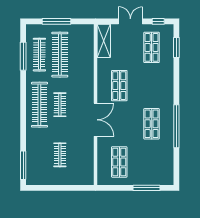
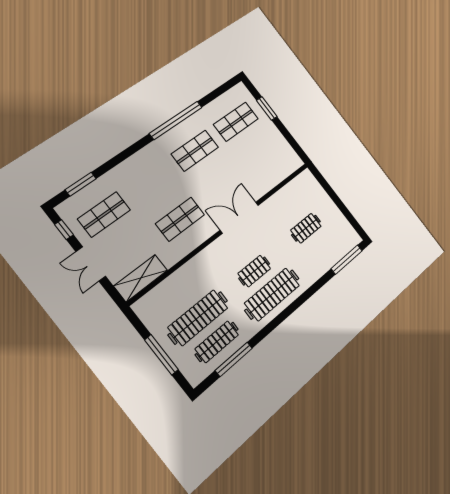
shop shelf: (119, 162) -> (236, 122), moved
window: (146, 188) -> (267, 108), width x0.69

